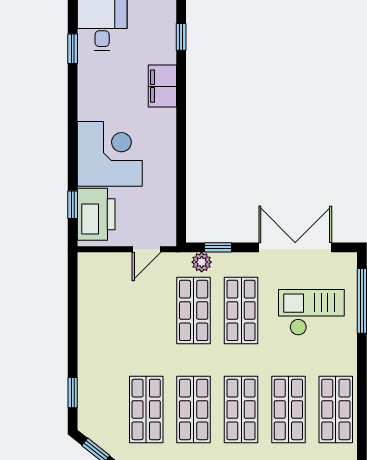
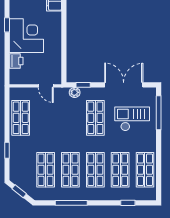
window: (73, 205) -> (7, 25), moved
printer: (96, 214) -> (16, 61), width x0.53, depth x0.68
door: (147, 249) -> (46, 86), hinge flipped
shop shelf: (194, 310) -> (21, 118), moved
window: (73, 393) -> (7, 150), moved

